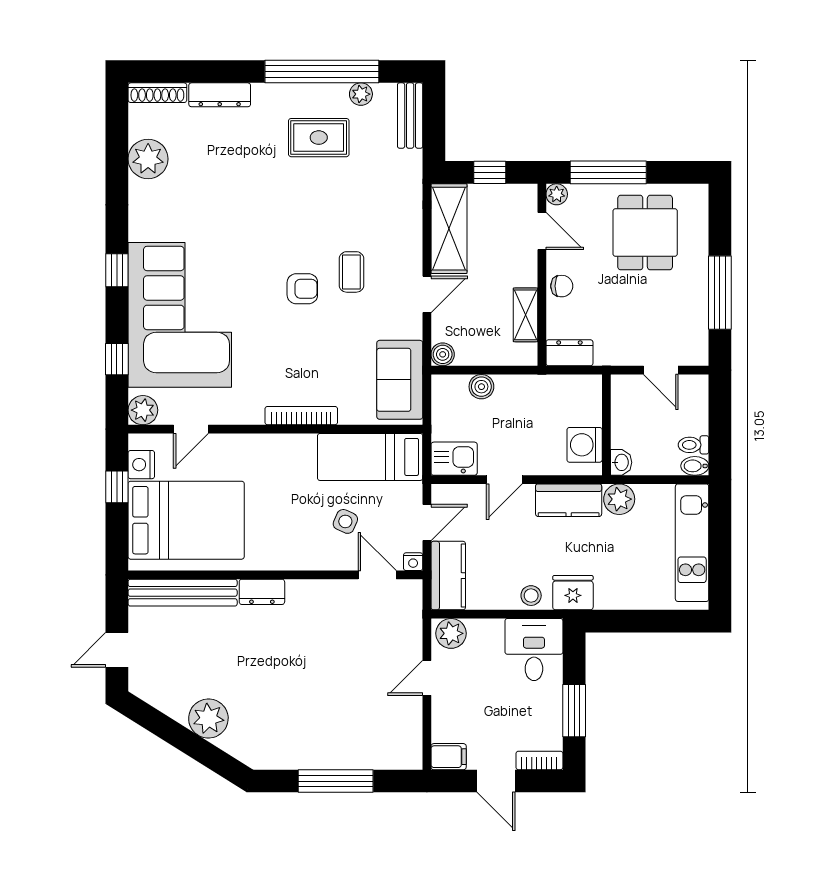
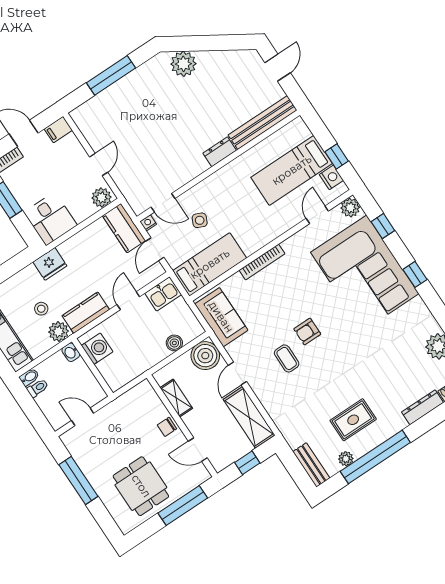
plant: (557, 194) -> (203, 475), removed
dresser: (569, 353) -> (139, 393), removed
boiler: (443, 354) -> (205, 356), width x1.86, depth x1.86
bed: (186, 520) -> (292, 170), width x0.67
stool: (531, 596) -> (41, 309), moved
plant: (208, 719) -> (183, 64), moved

